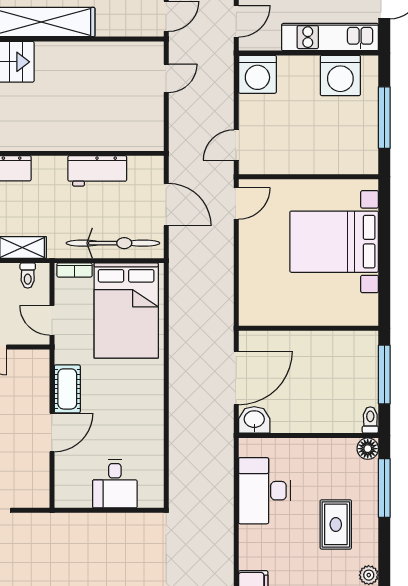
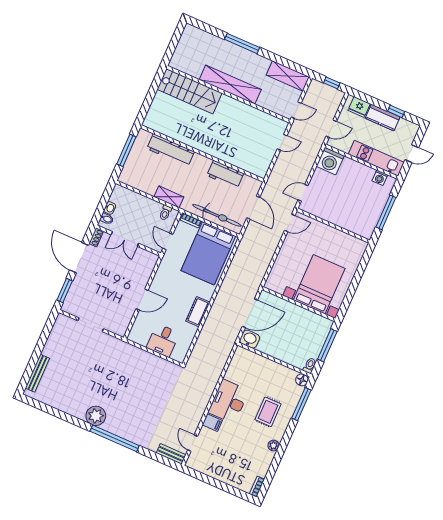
washing machine: (340, 75) -> (380, 178), width x0.53, depth x0.53
bed with nightstands: (334, 242) -> (319, 284), moved, turned 90
cot: (67, 389) -> (198, 312), moved
desk: (264, 491) -> (228, 401), moved

